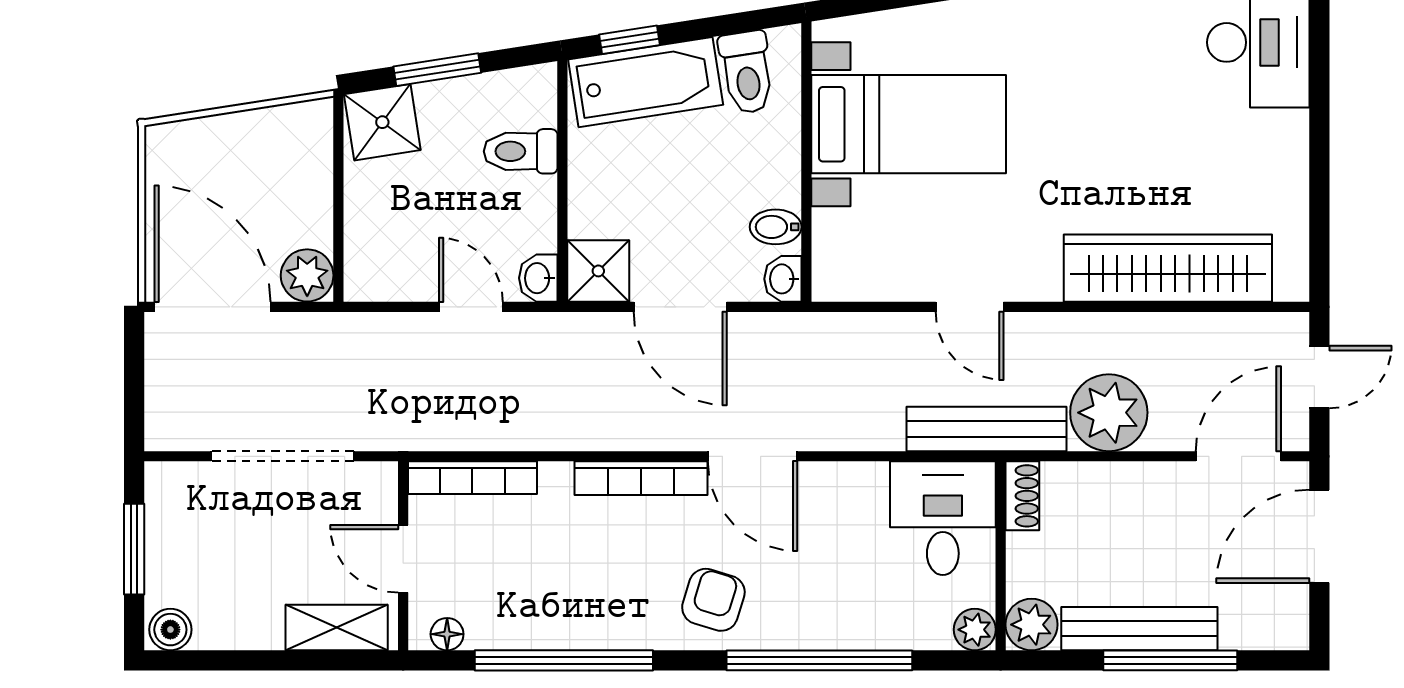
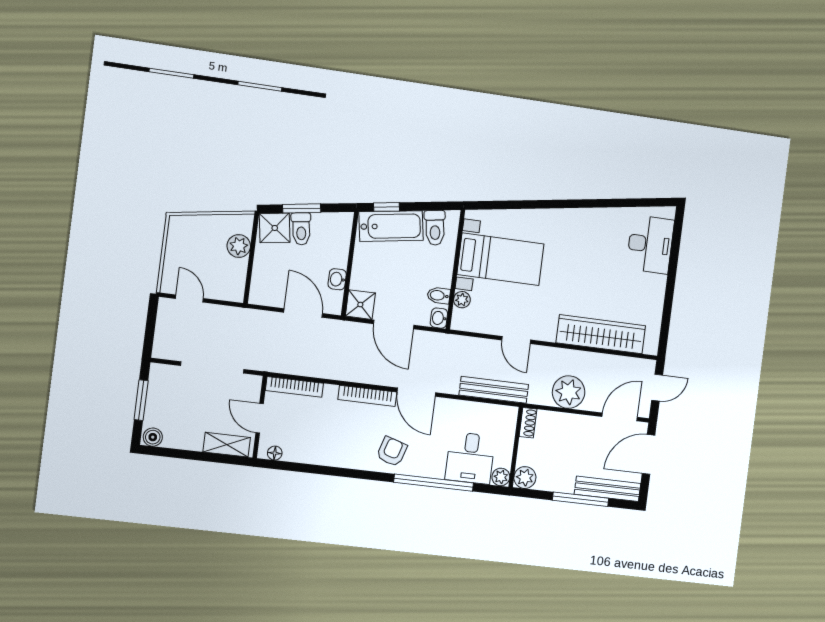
toilet: (521, 151) -> (301, 229), moved, turned -99
plant: (831, 230) -> (462, 300), added
plant: (307, 275) -> (239, 246), moved
washbasin: (538, 278) -> (337, 279), moved
door: (212, 307) -> (189, 298), width x0.53
door: (471, 307) -> (303, 313), width x1.38
bench: (986, 429) -> (494, 390), moved
desk: (943, 518) -> (470, 458), moved, turned 180
bench: (1139, 629) -> (608, 489), moved
window: (564, 660) -> (324, 470), removed

